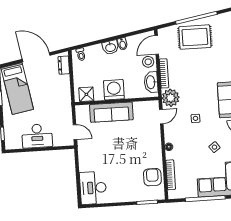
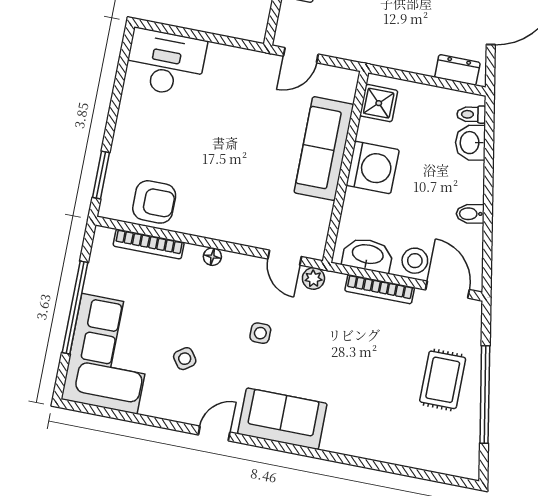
rug: (195, 37) -> (443, 380), width x0.73, depth x0.70
washbasin: (110, 47) -> (470, 143), moved
plant: (171, 98) -> (313, 278), width x0.53, depth x0.53

